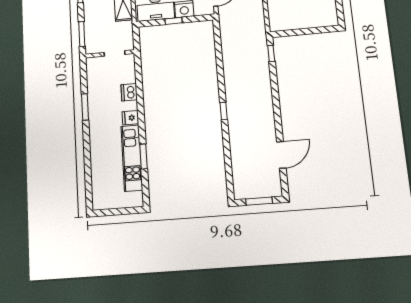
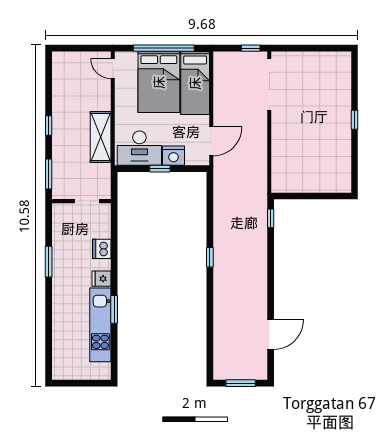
window: (224, 111) -> (210, 257), moved
window: (144, 156) -> (114, 309), moved

